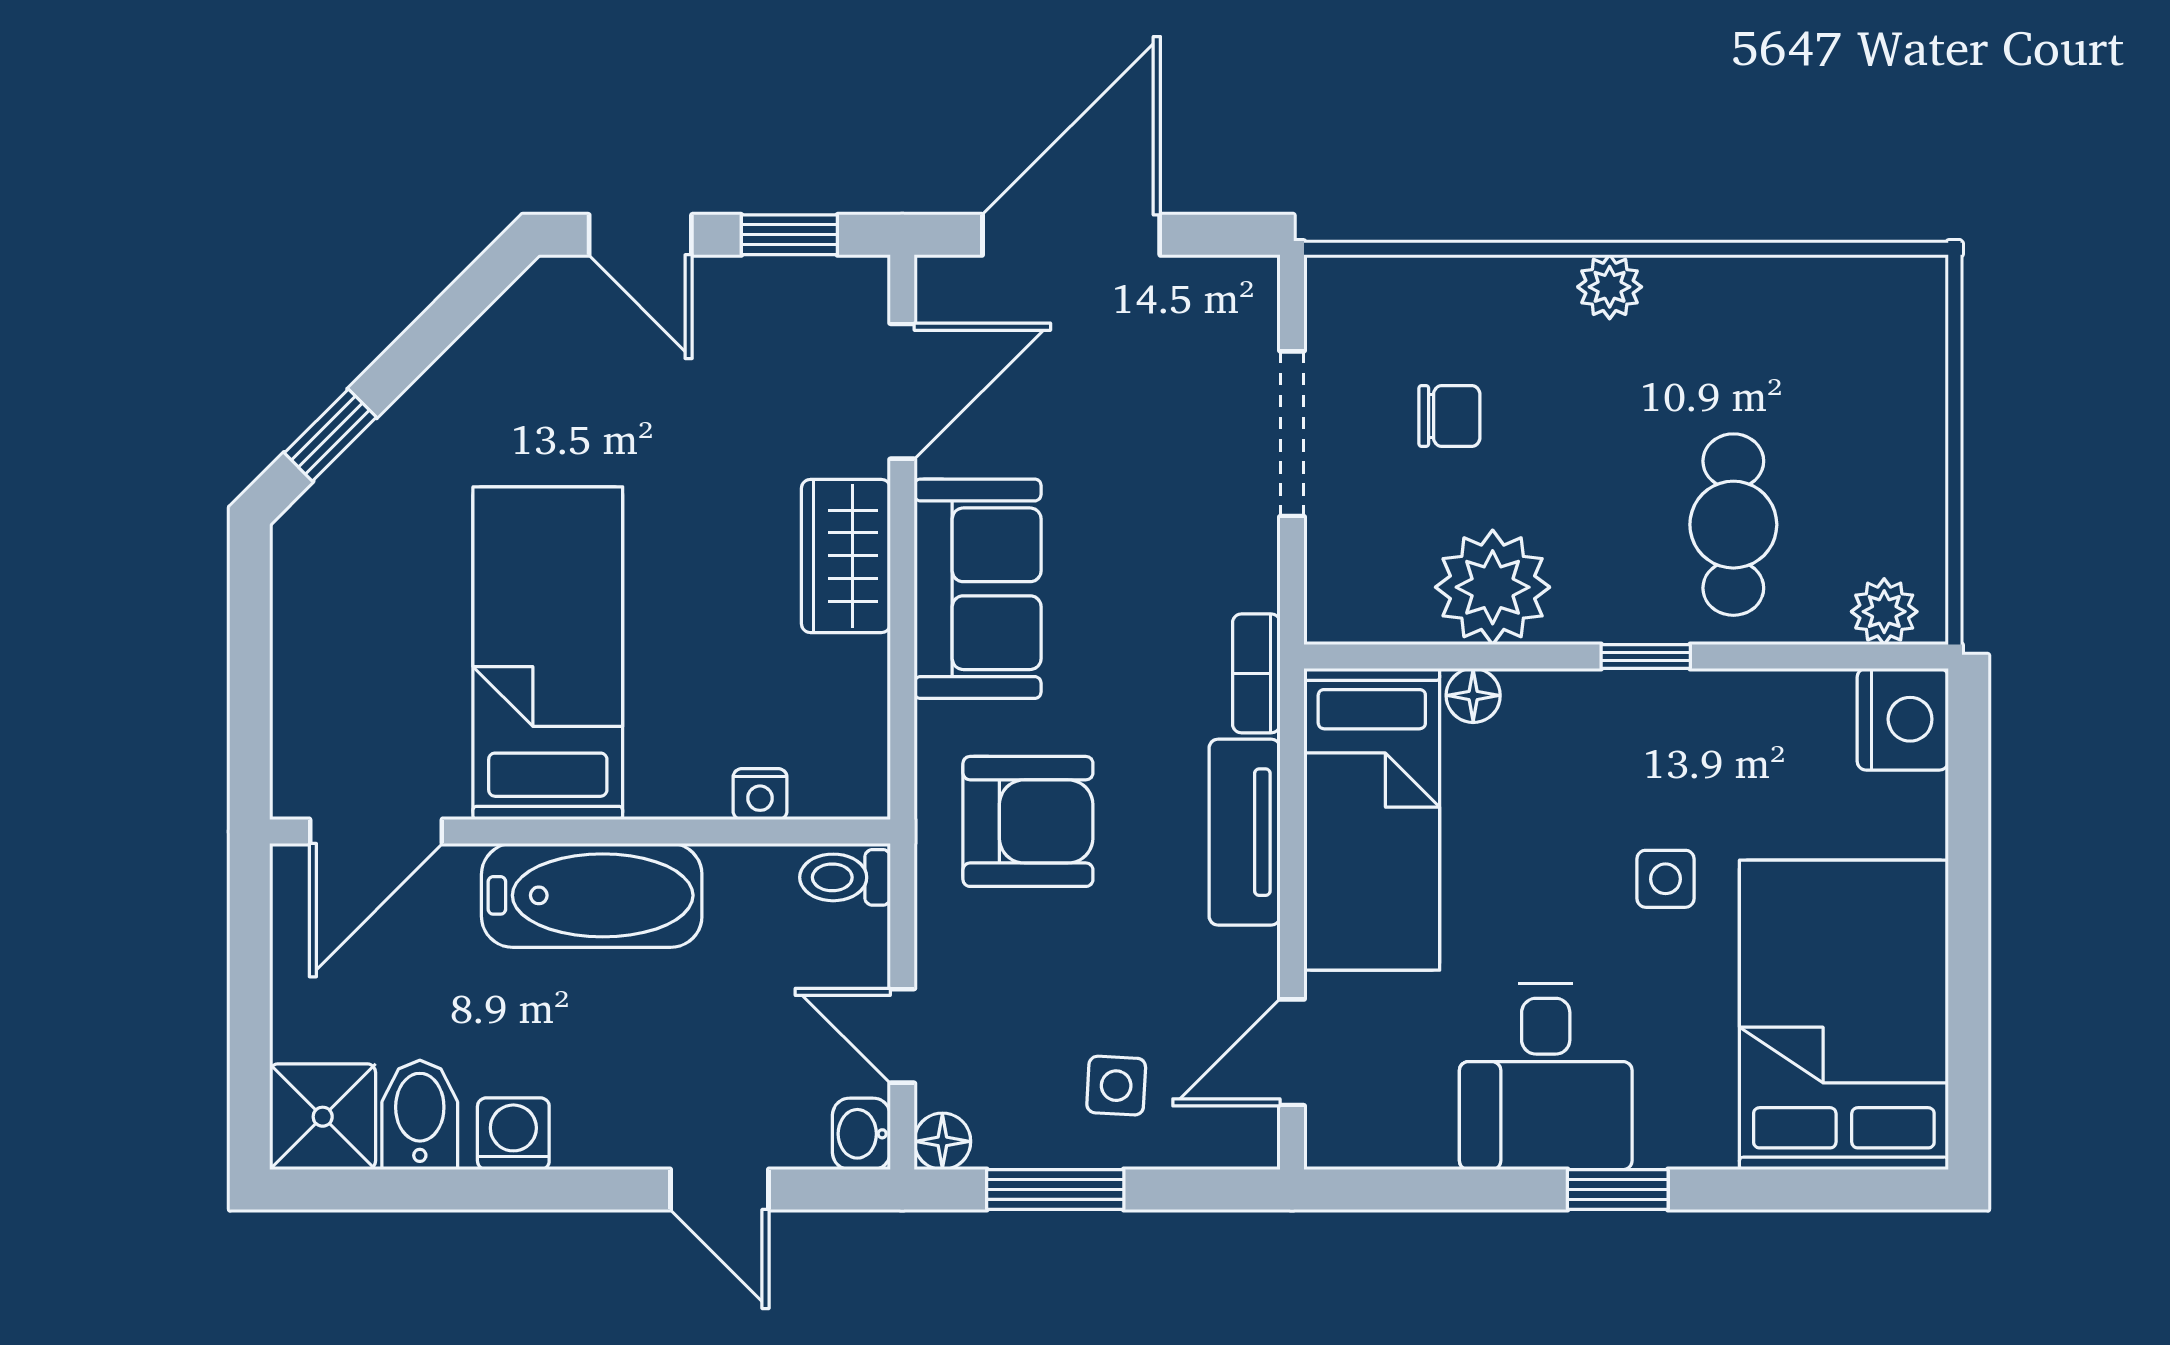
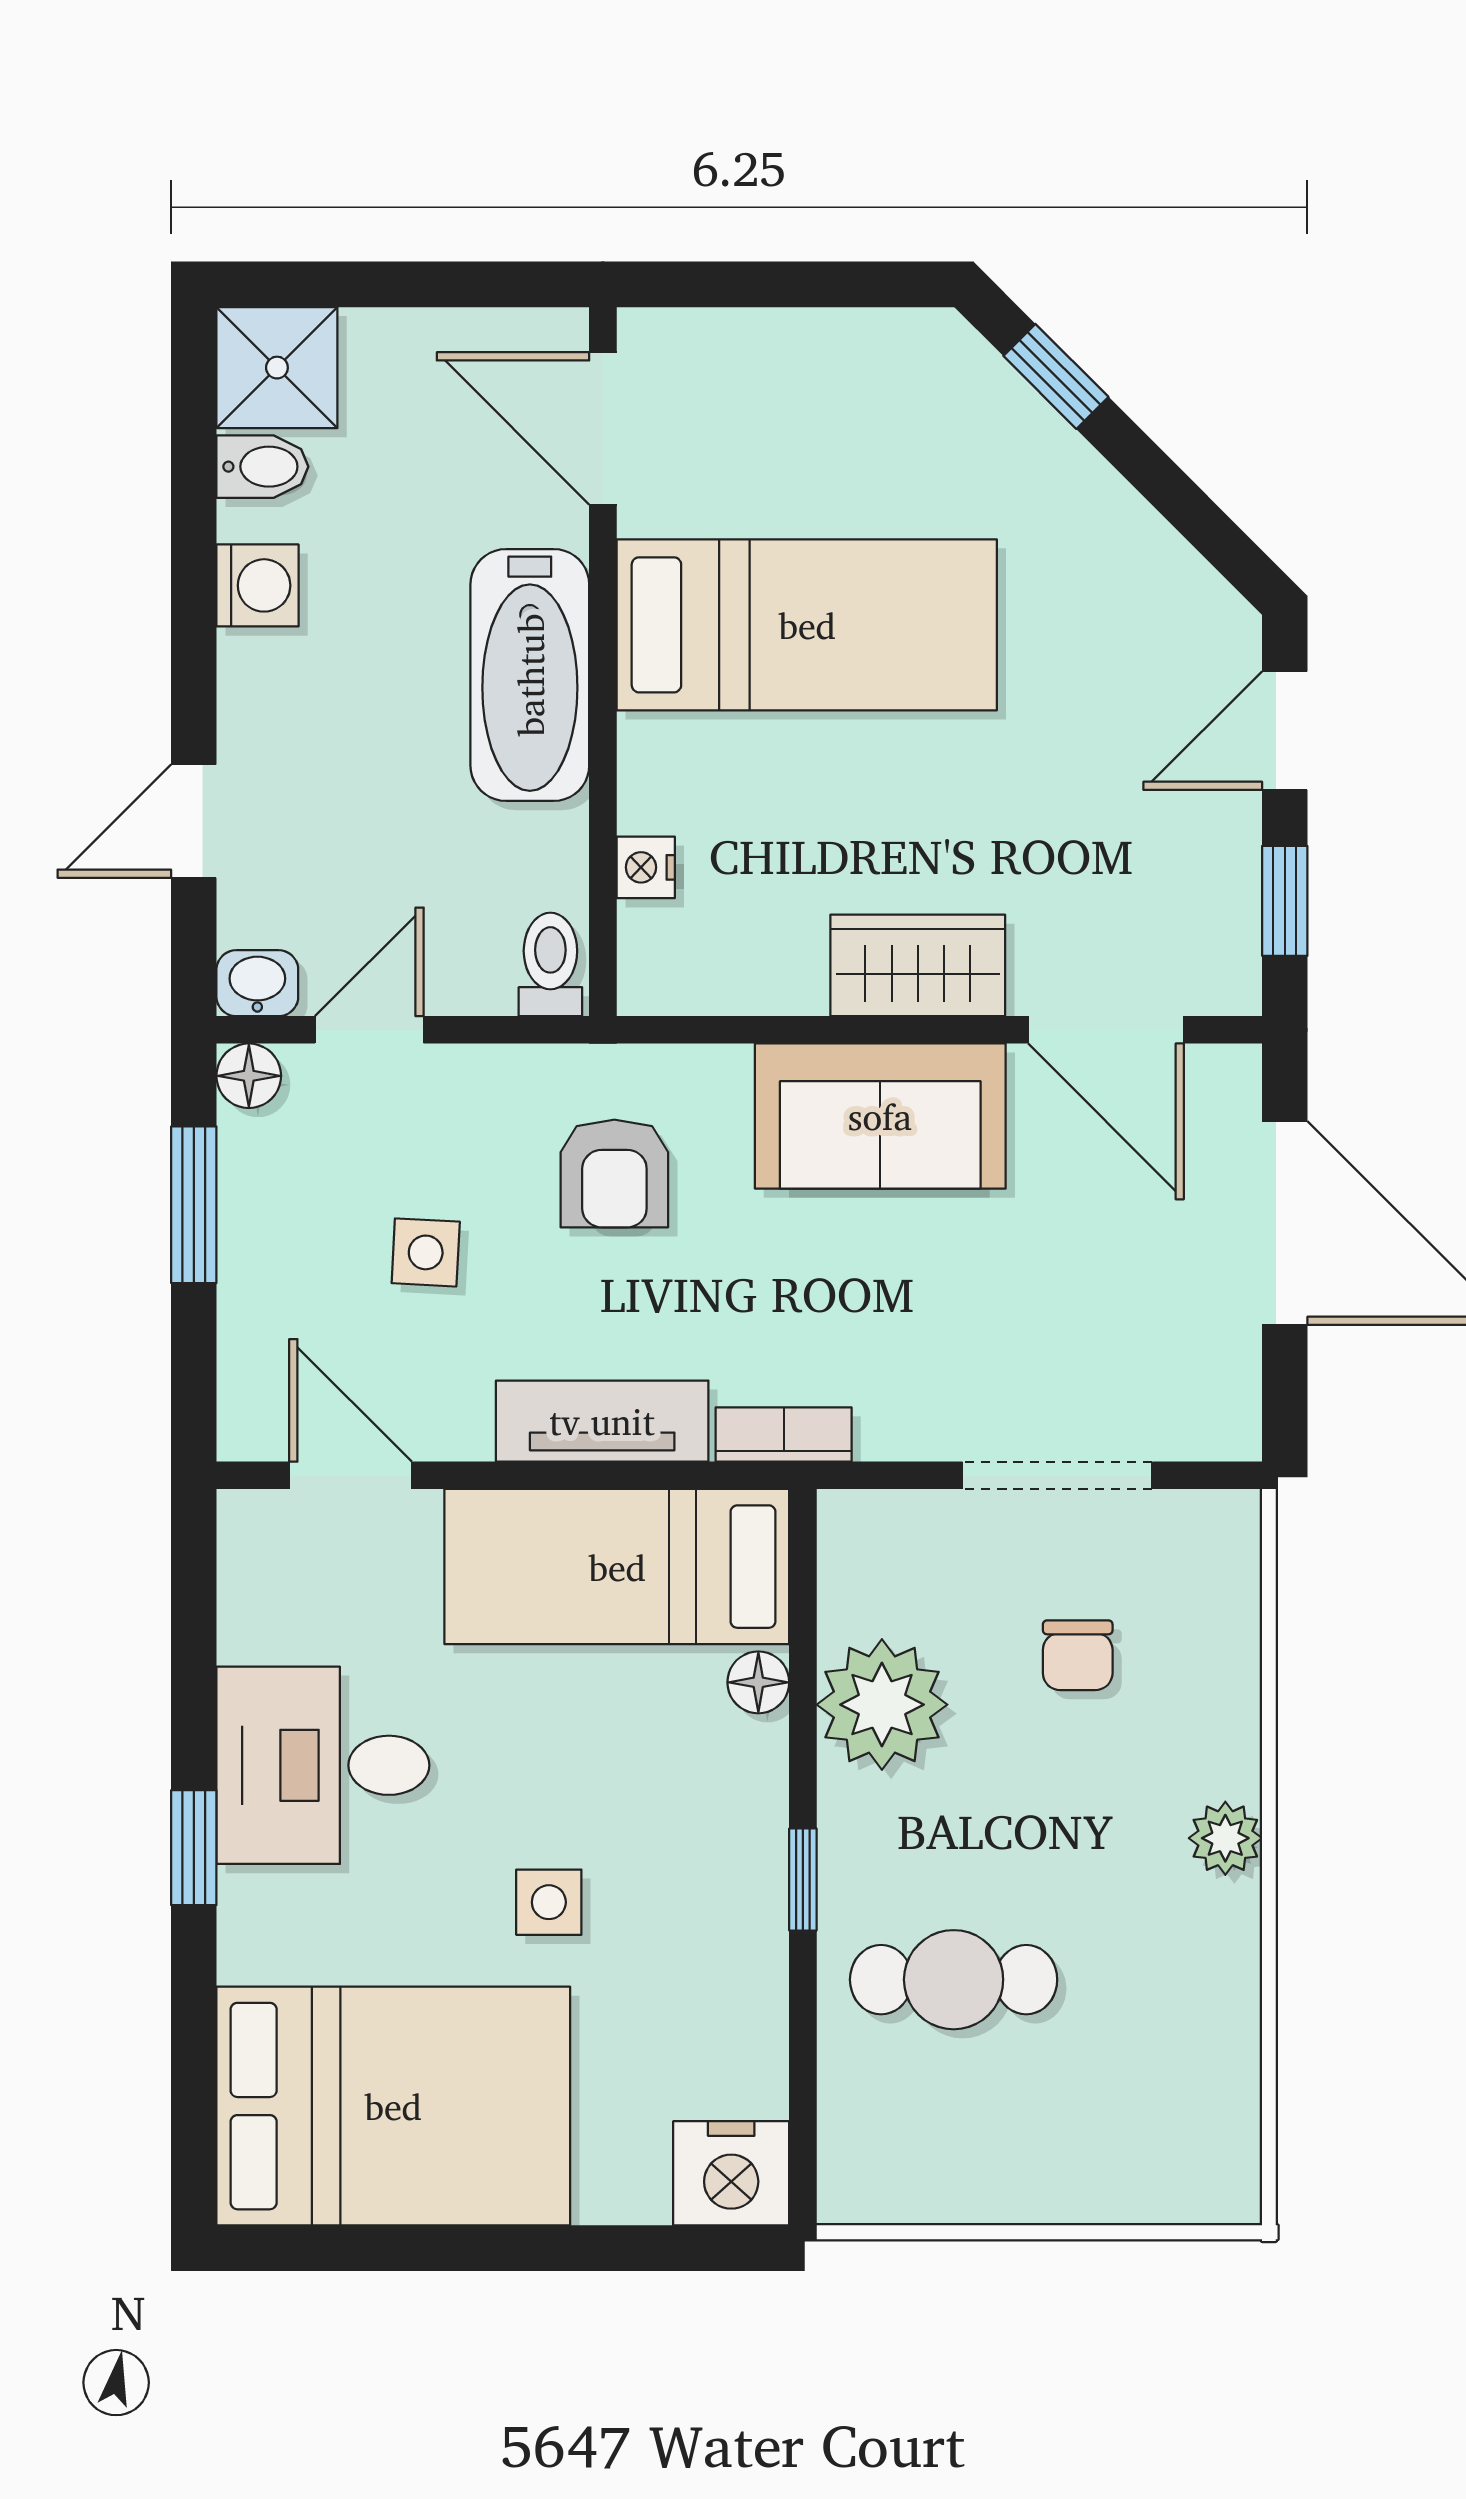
plant: (1884, 612) -> (854, 2152), removed
armchair: (1028, 821) -> (614, 1174), width x0.72, depth x0.72
side table: (1116, 1086) -> (426, 1252), moved
bidet: (420, 1115) -> (262, 467), width x0.72, depth x0.74

